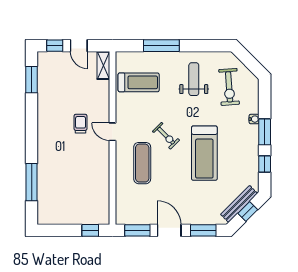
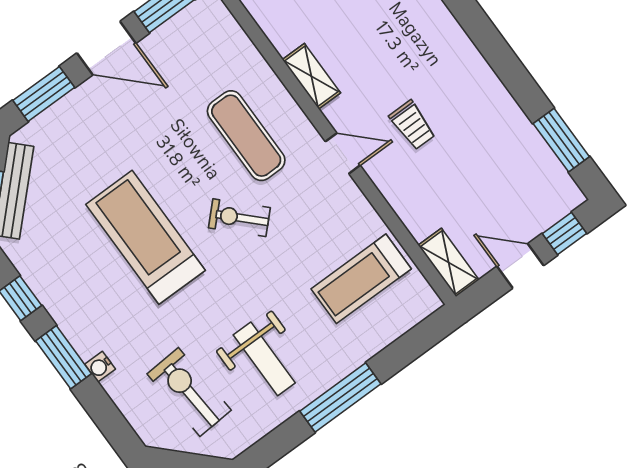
window: (161, 46) -> (340, 398), moved
shelving: (104, 167) -> (311, 76), added

